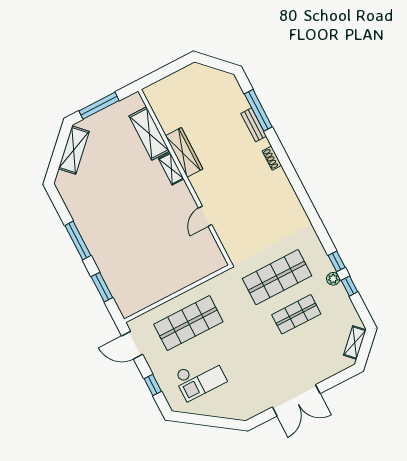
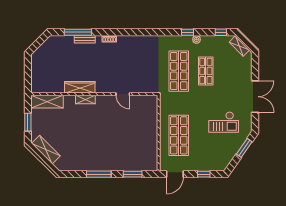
window: (99, 106) -> (28, 122), width x0.69
shelving: (149, 134) -> (47, 102), moved
window: (349, 286) -> (221, 32), moved
checkout: (200, 378) -> (224, 122), moved, turned 90
window: (218, 422) -> (244, 148), added

